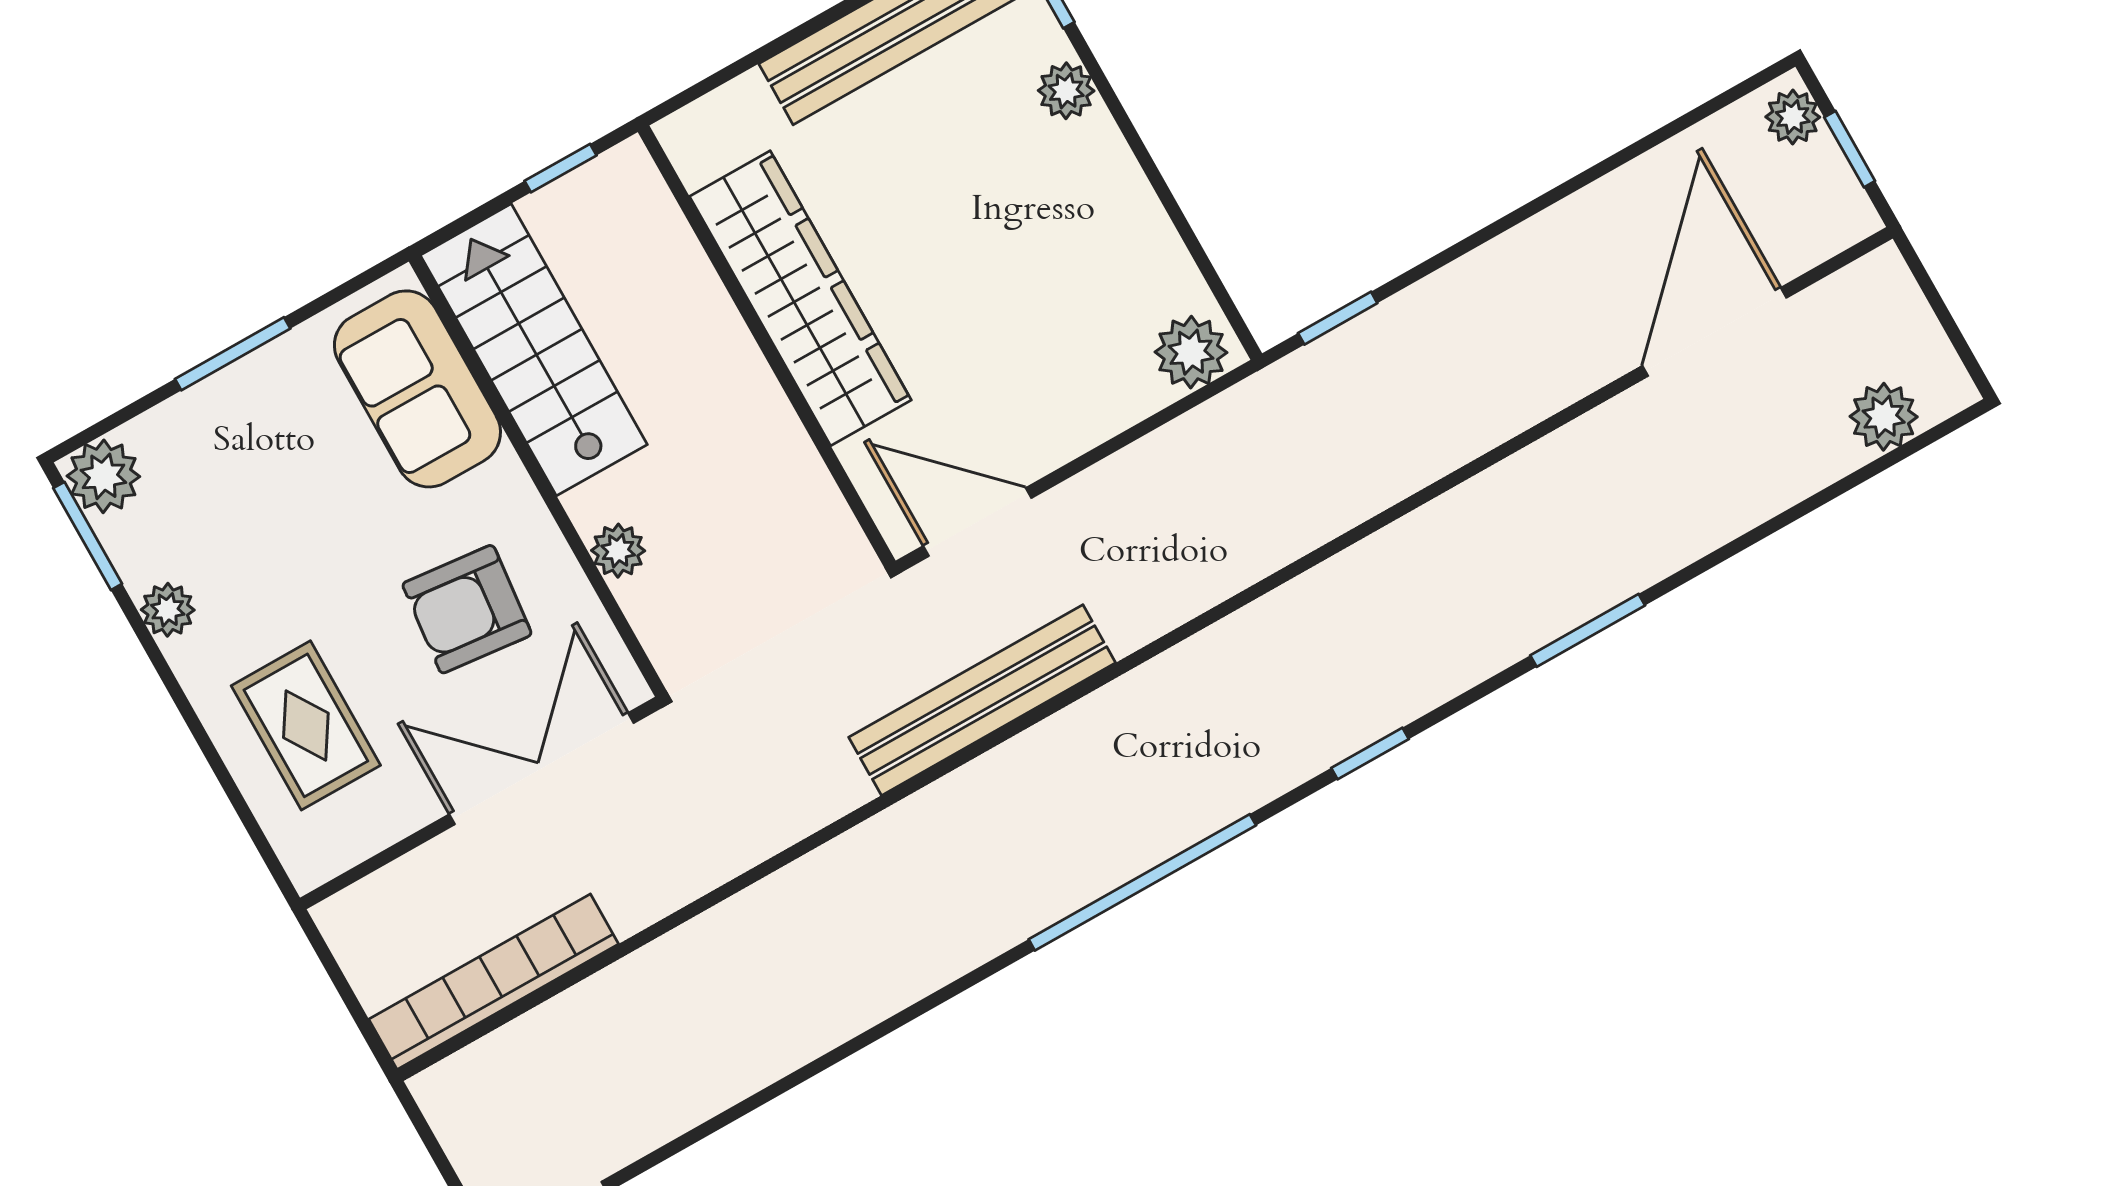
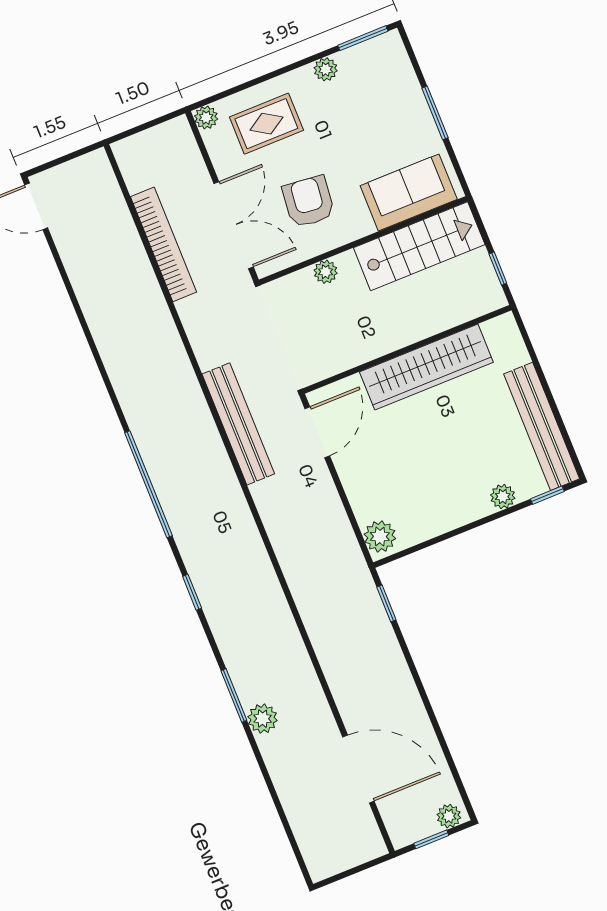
plant: (1884, 417) -> (263, 719), moved
plant: (103, 476) -> (206, 118), moved, width x0.73, depth x0.73
bookcase: (494, 982) -> (164, 244), moved

